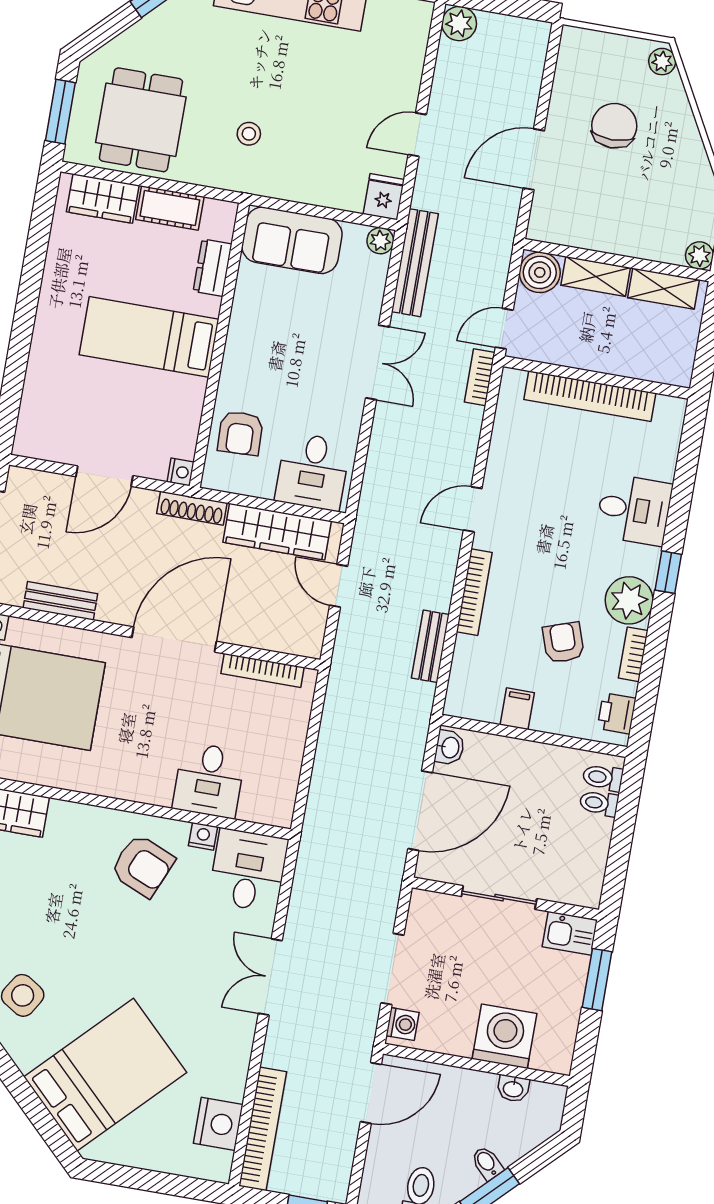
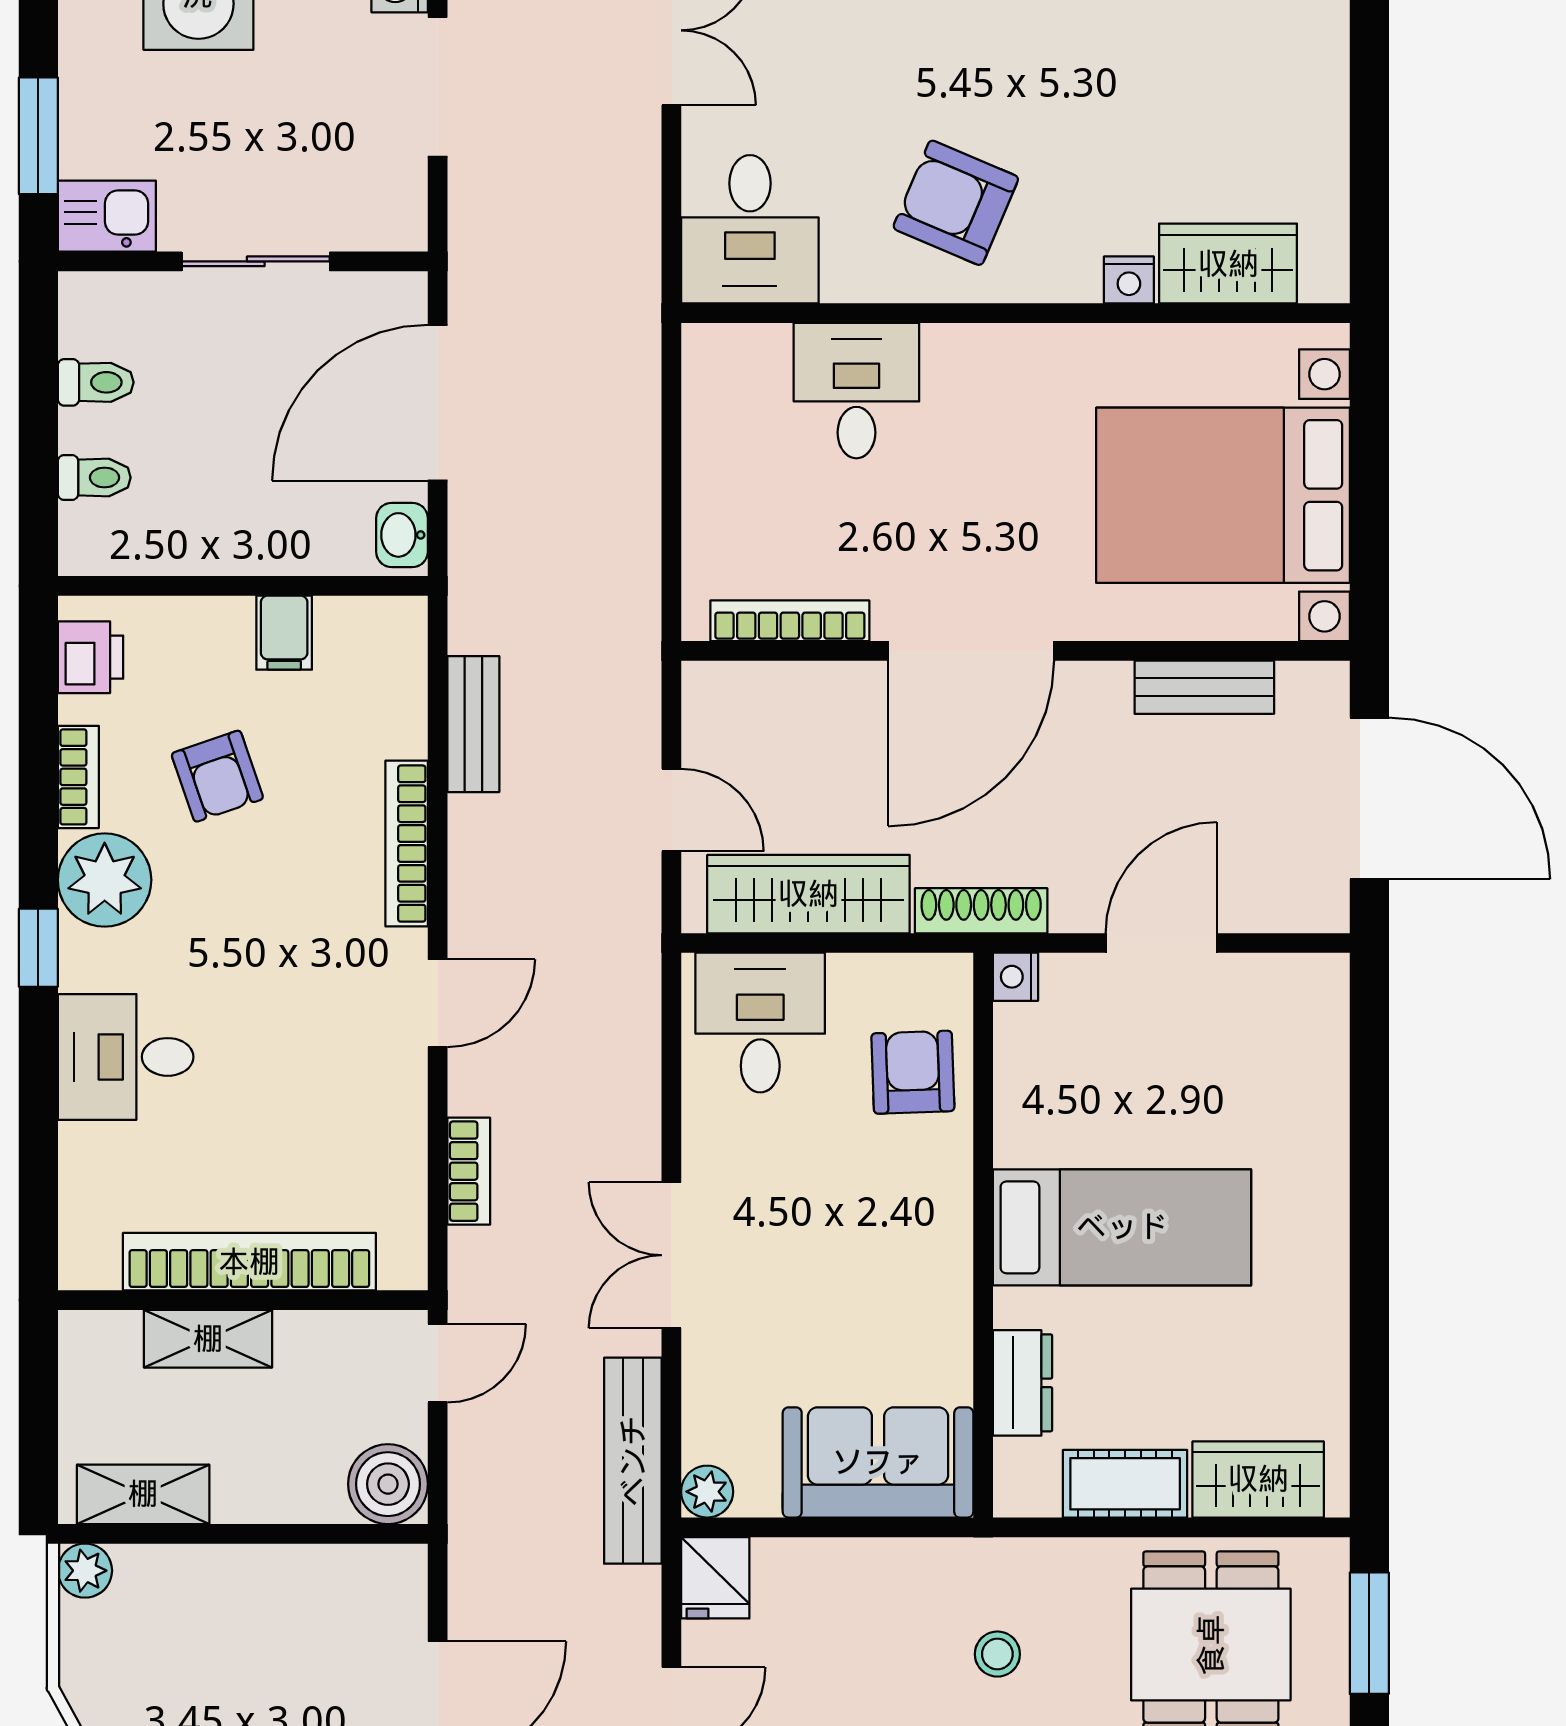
shelving: (596, 276) -> (208, 1339), moved
bookcase: (480, 377) -> (469, 1171), moved
toilet: (603, 778) -> (96, 382), moved
nightstand: (203, 836) -> (1129, 280), moved

